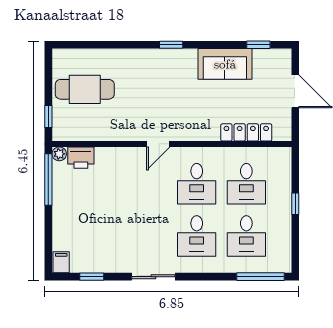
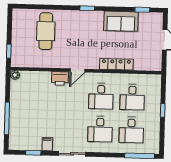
cafe table: (85, 89) -> (46, 31), moved, turned 90
locker: (246, 132) -> (116, 64), moved
printer: (81, 158) -> (60, 79), moved
window: (48, 180) -> (7, 118), moved
filing cabinet: (61, 262) -> (47, 144), moved

